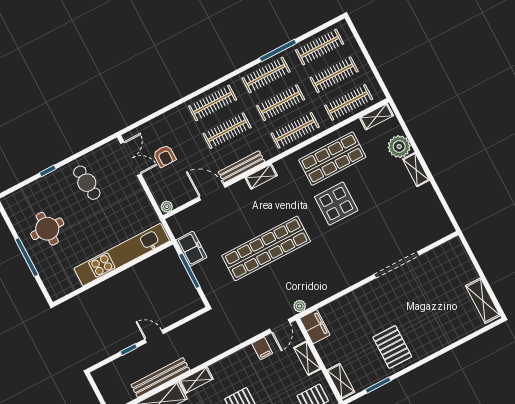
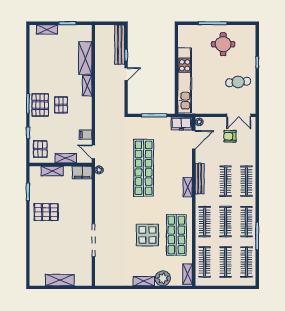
door: (212, 192) -> (194, 140), moved
display table: (336, 204) -> (147, 235), moved
freezer: (191, 249) -> (181, 123), moved
shelving: (483, 301) -> (60, 280), moved
bench: (160, 377) -> (120, 45), moved
shelving: (341, 381) -> (52, 171), moved

